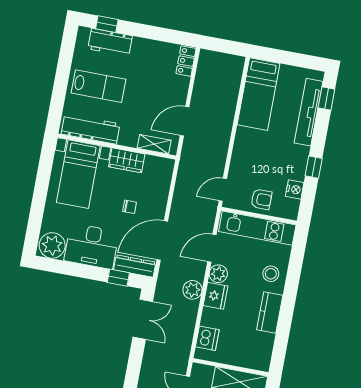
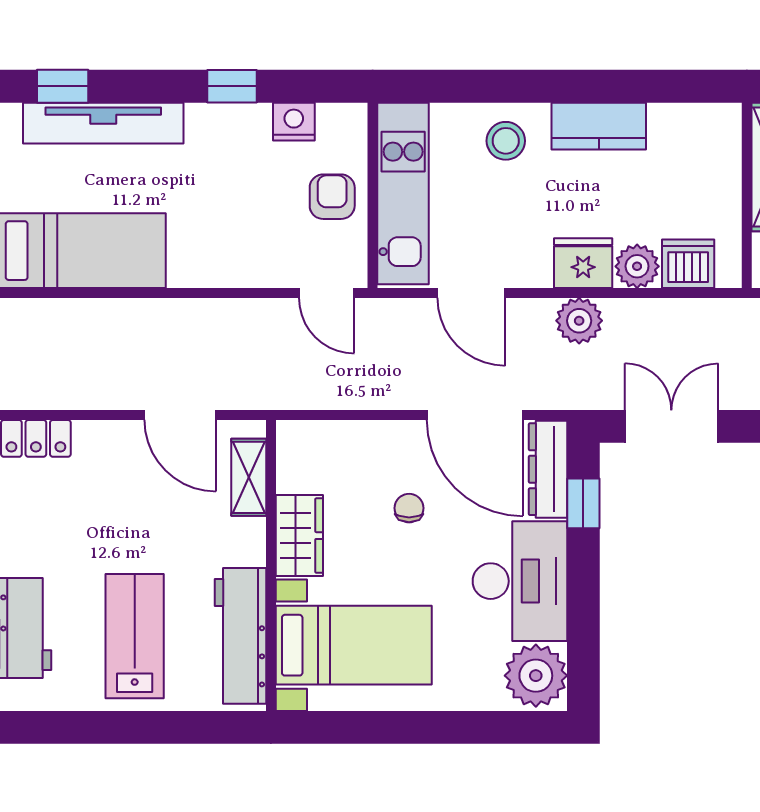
plant: (218, 274) -> (637, 266), moved

